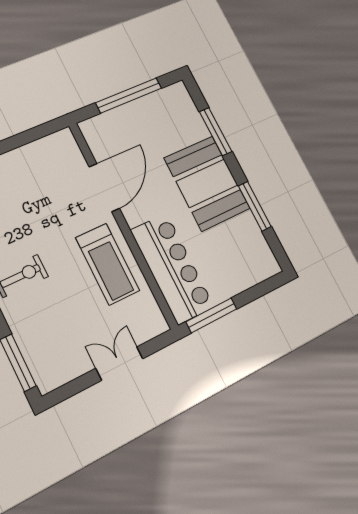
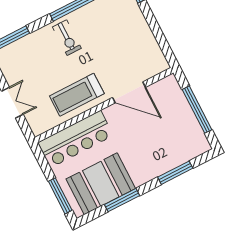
booth: (207, 183) -> (101, 184), moved
window: (211, 315) -> (60, 196), moved

